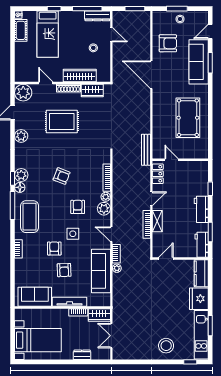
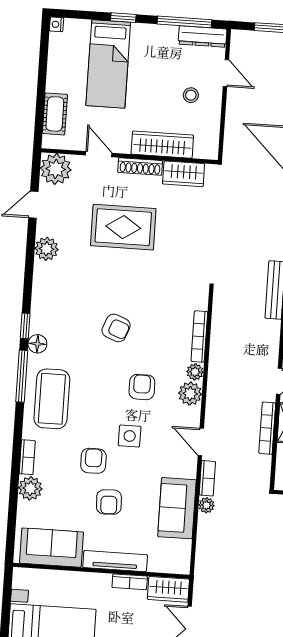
cot: (21, 30) -> (55, 114), moved
plant: (21, 175) -> (30, 488), moved
sofa: (101, 271) -> (177, 508), width x0.73

